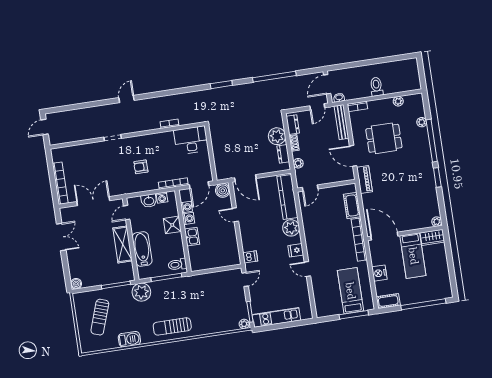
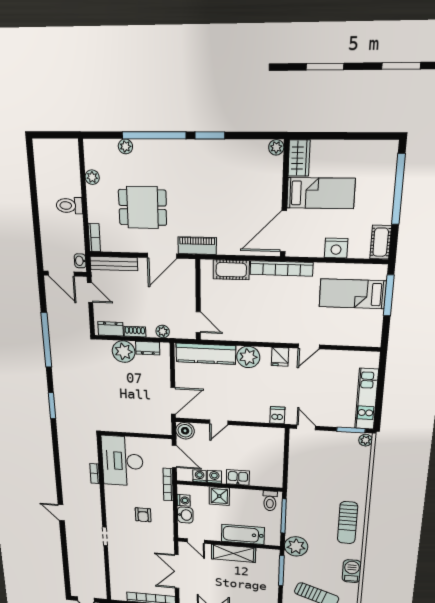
dining table: (384, 138) -> (143, 207), turned 90
desk: (191, 140) -> (122, 461), width x1.36, depth x1.30

